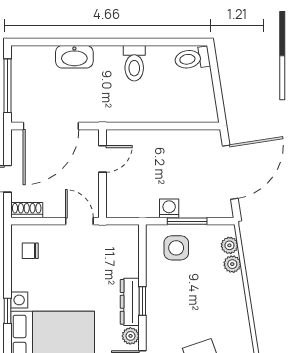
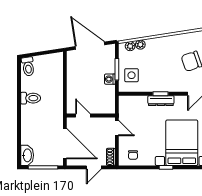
washbasin: (74, 57) -> (27, 155), moved
door: (79, 221) -> (117, 128), swing flipped
plant: (130, 336) -> (180, 100), removed

